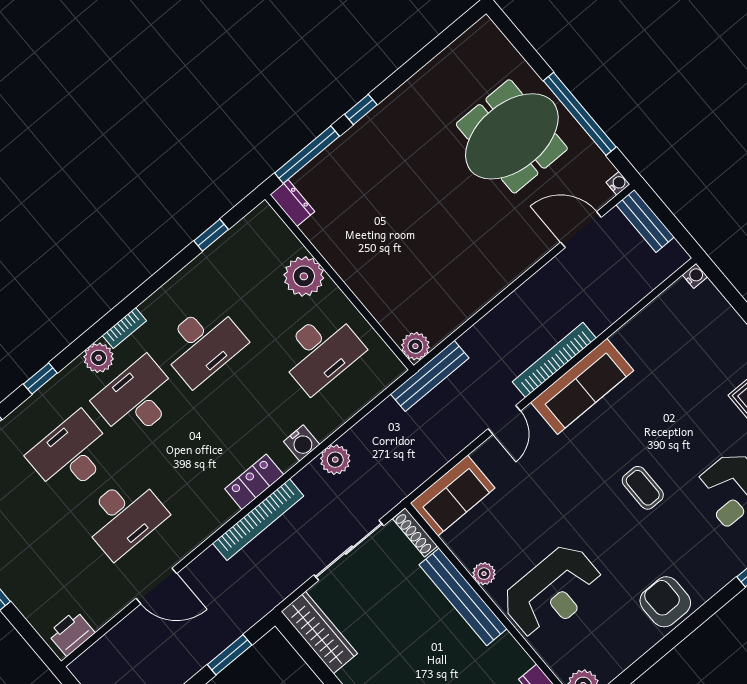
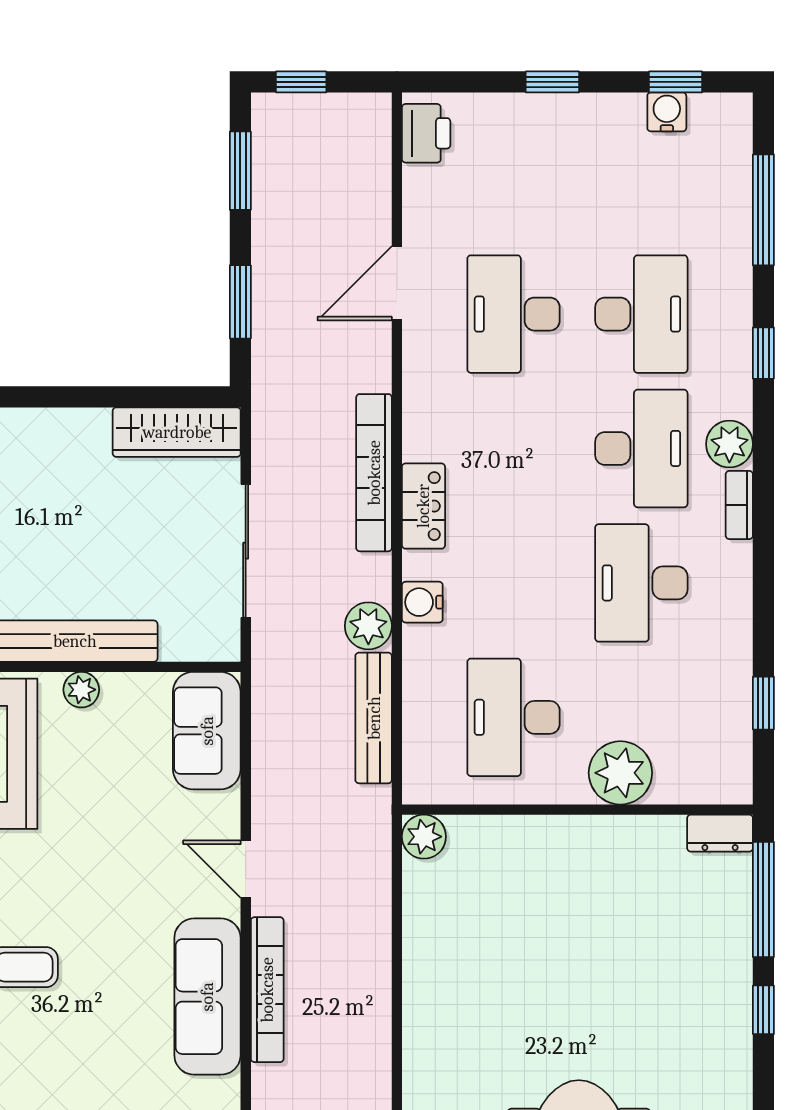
bench: (430, 376) -> (374, 718), moved
shoe rack: (415, 532) -> (200, 648), removed

